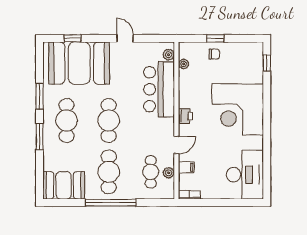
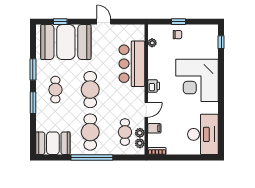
plant: (169, 55) -> (140, 143), moved
cafe table: (67, 120) -> (55, 90), width x0.73, depth x0.74

